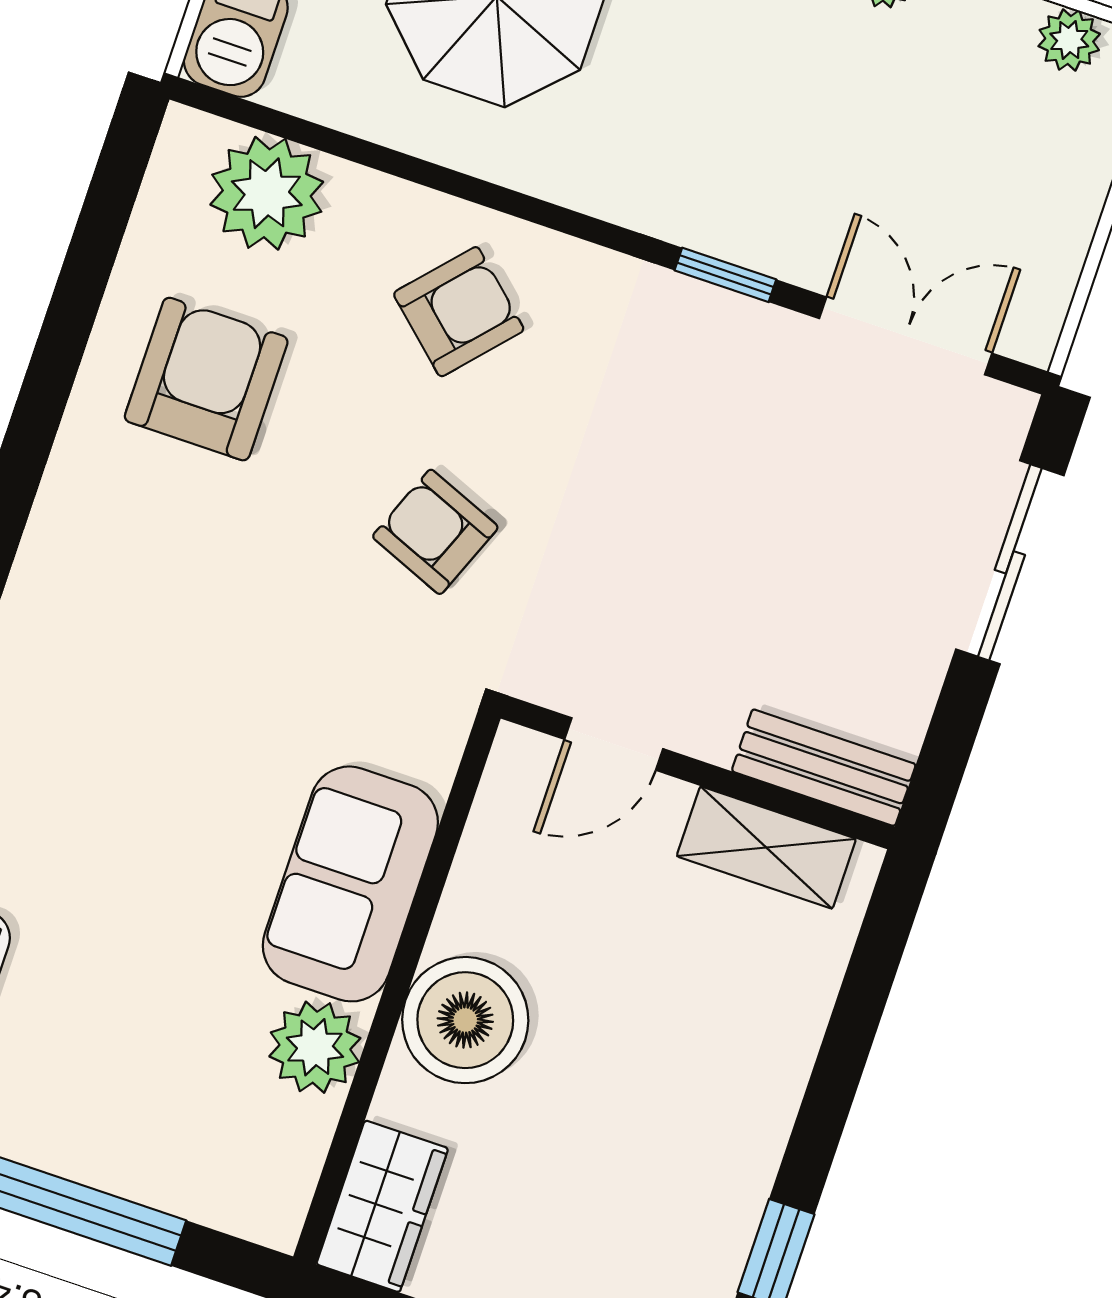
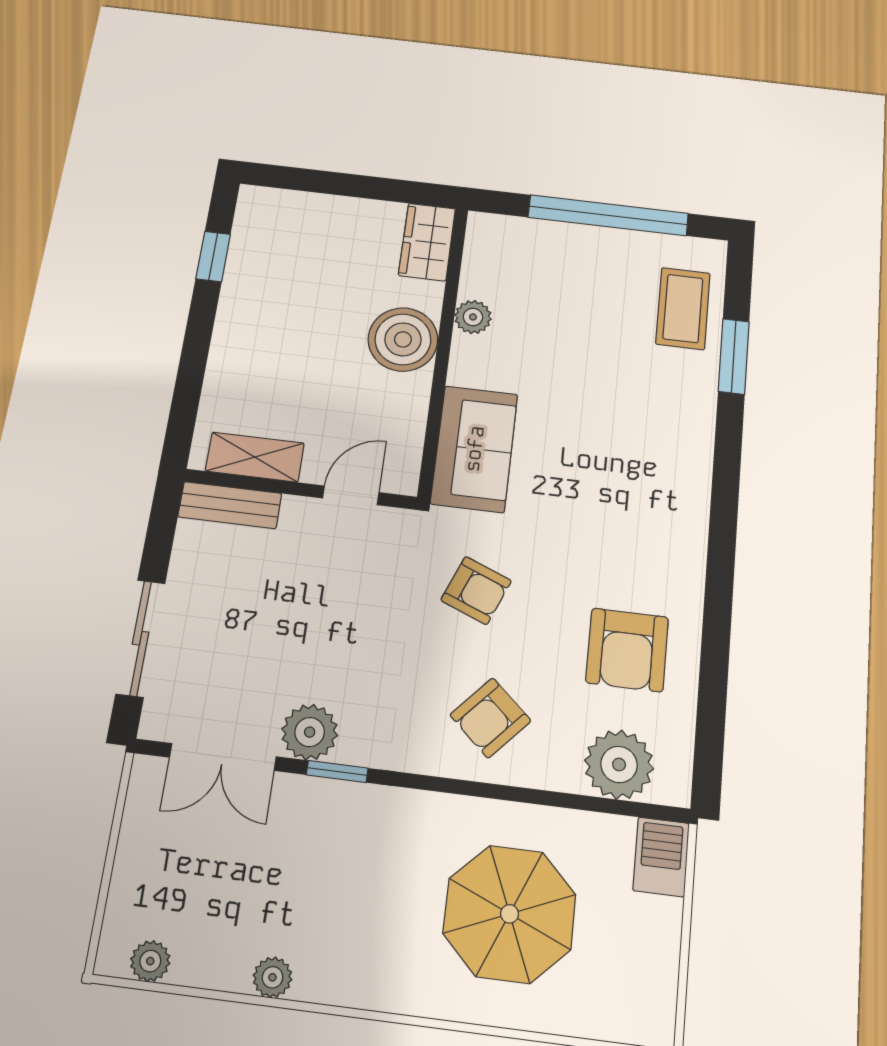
plant: (758, 348) -> (310, 732), added
sofa: (350, 884) -> (474, 449), moved
plant: (315, 1047) -> (473, 317), width x0.73, depth x0.73

